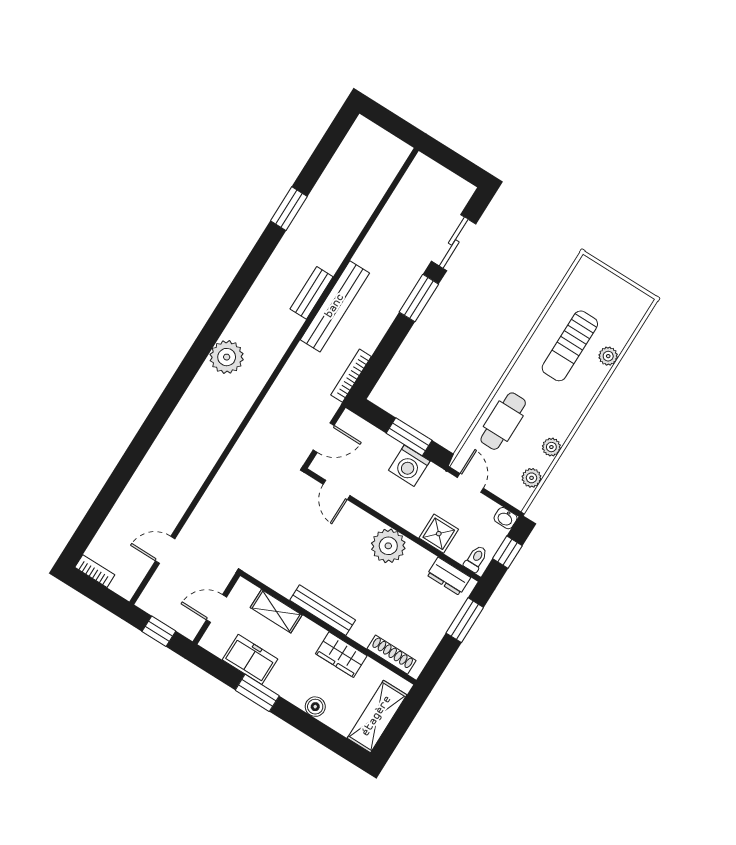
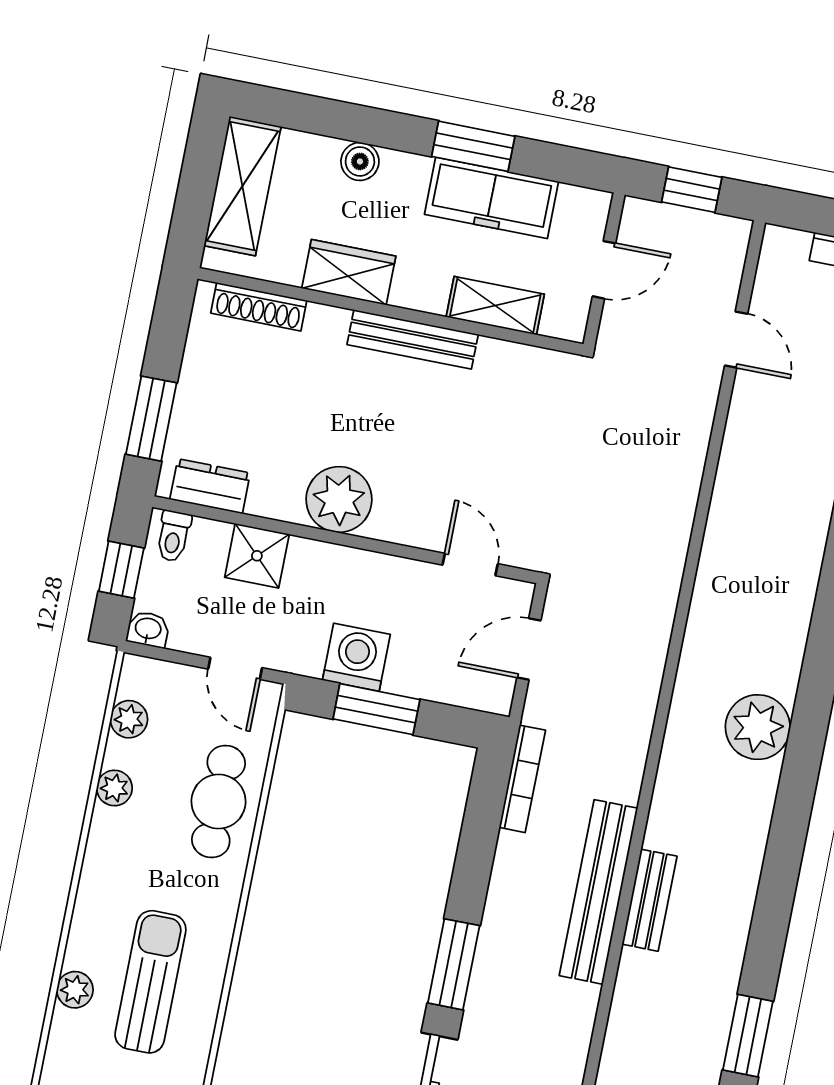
door: (165, 550) -> (736, 340), hinge flipped
freezer: (250, 659) -> (491, 198), width x1.40

